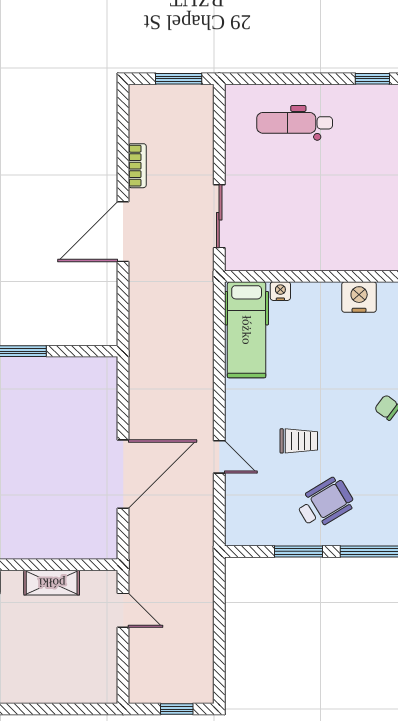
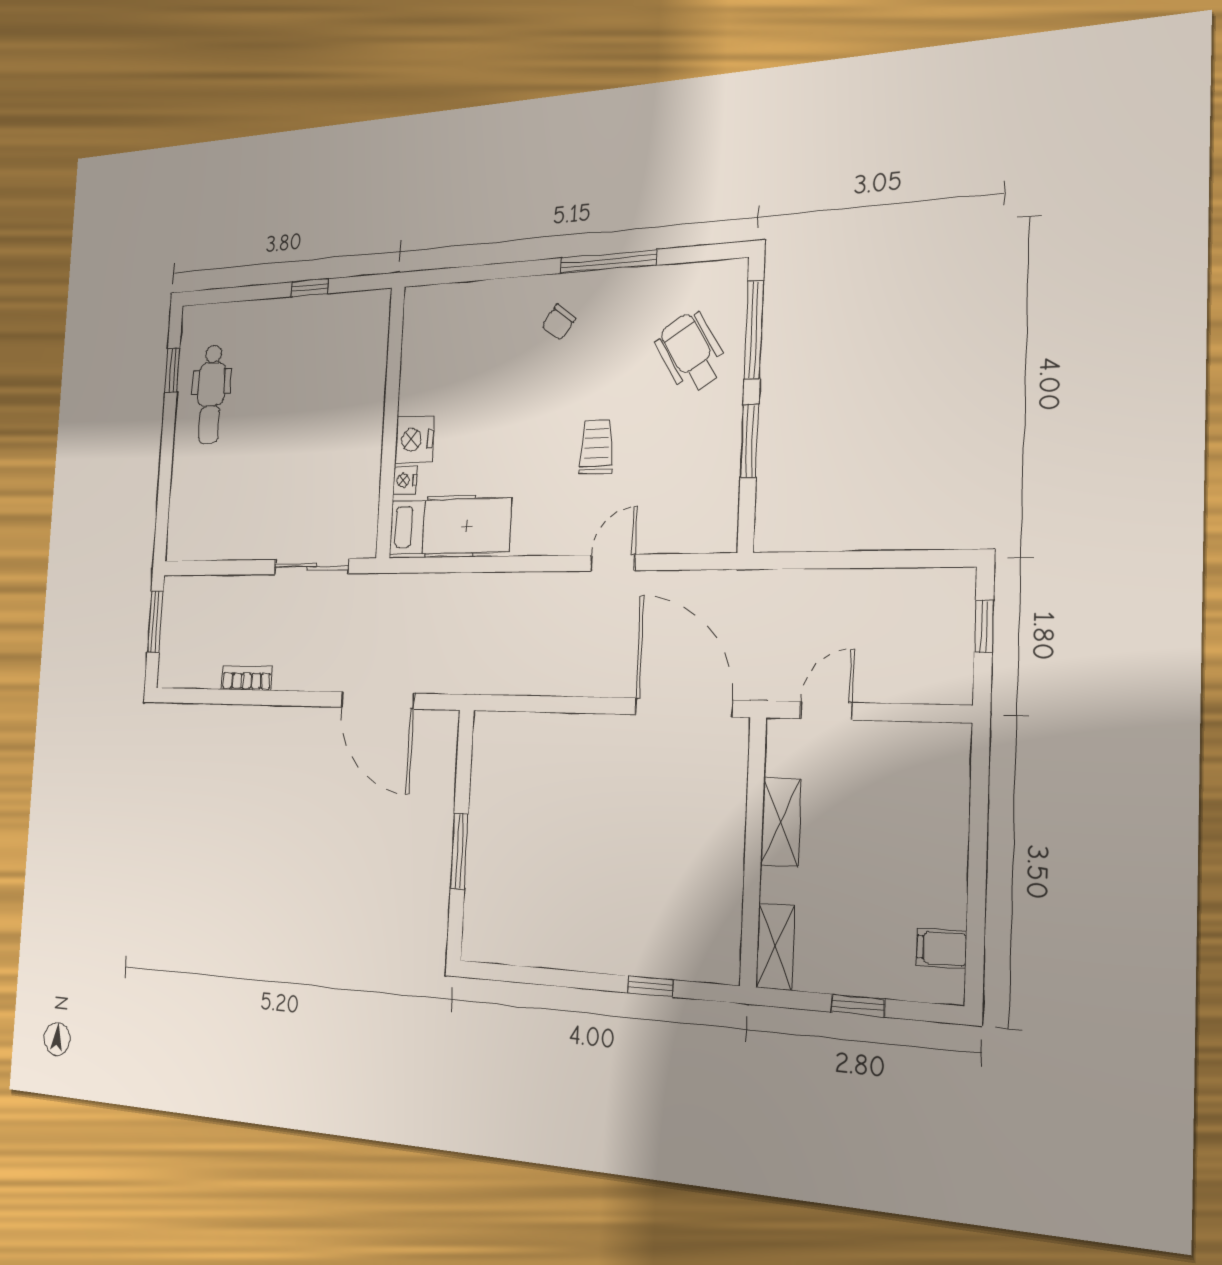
dental chair: (295, 123) -> (211, 394), moved
door: (123, 232) -> (377, 700), moved
nightstand: (359, 297) -> (414, 440), moved
door: (123, 474) -> (684, 707), moved
wheelchair: (325, 503) -> (691, 353), moved

